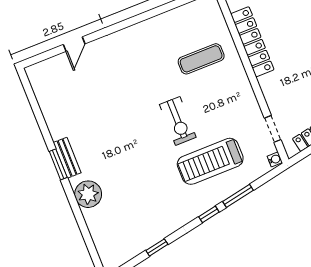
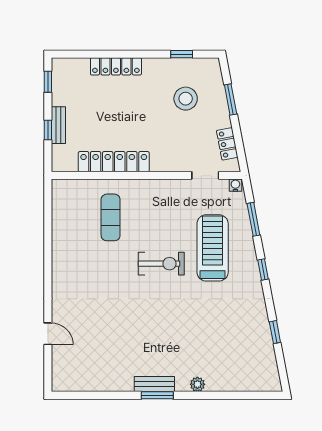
treadmill: (210, 161) -> (213, 248), turned 180
plant: (88, 194) -> (197, 384), width x0.53, depth x0.53
window: (238, 196) -> (253, 219), moved

